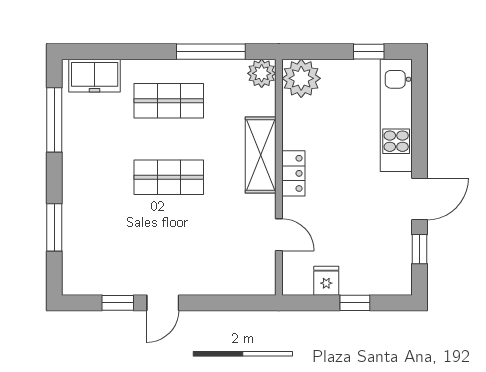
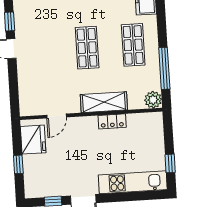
plant: (301, 78) -> (152, 124), removed
locker: (293, 173) -> (112, 121), moved
fridge: (326, 281) -> (33, 140), width x1.88, depth x1.34

